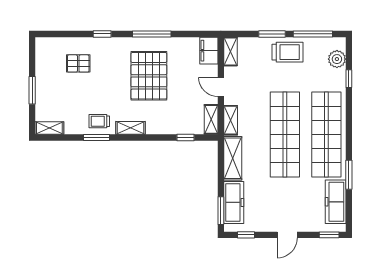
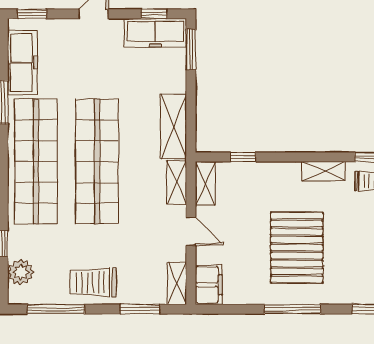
window: (272, 34) -> (140, 309), moved
freezer: (234, 202) -> (156, 33), moved, turned -90

